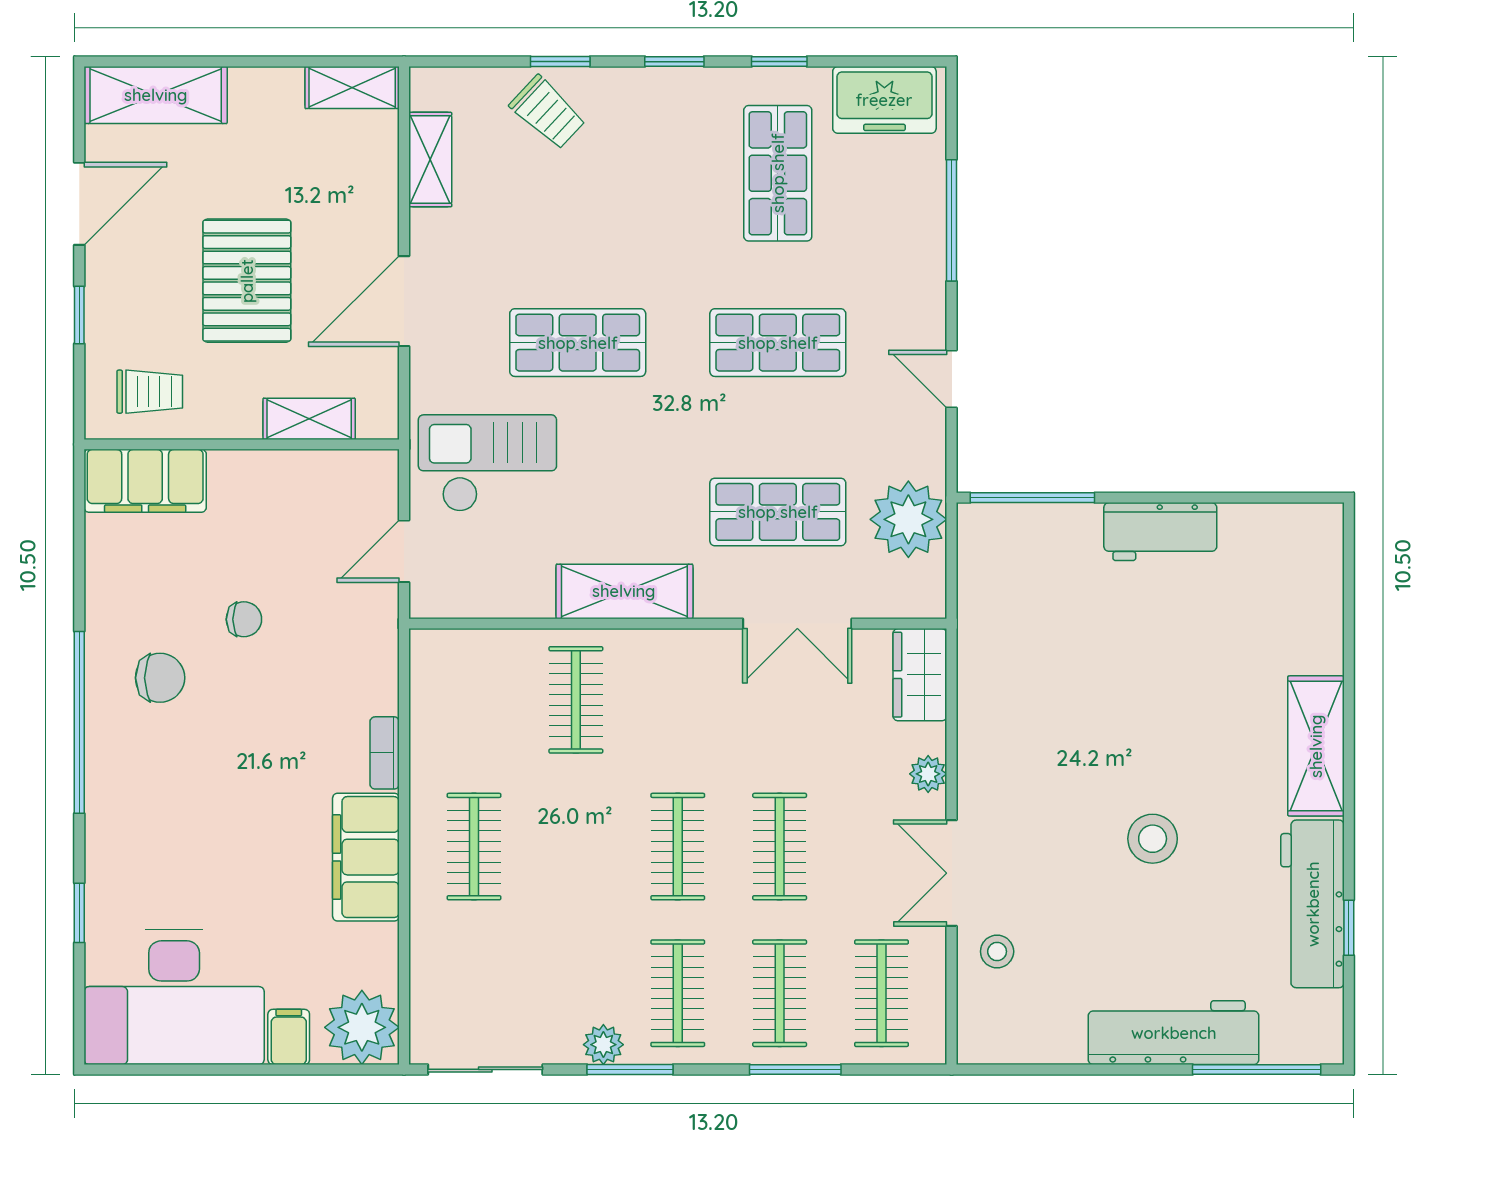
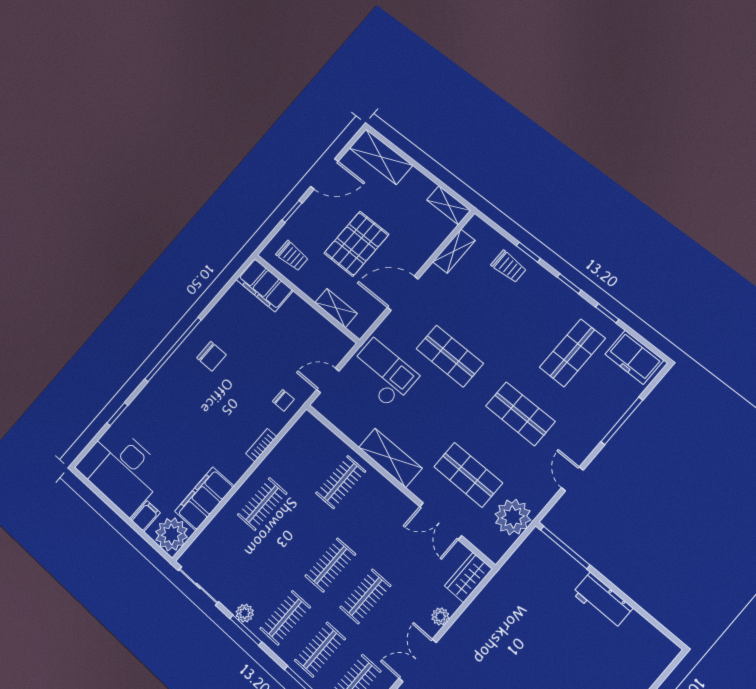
trolley: (548, 112) -> (509, 267), turned -43
chair: (244, 619) -> (283, 400), moved
filing cabinet: (366, 857) -> (204, 499), moved

